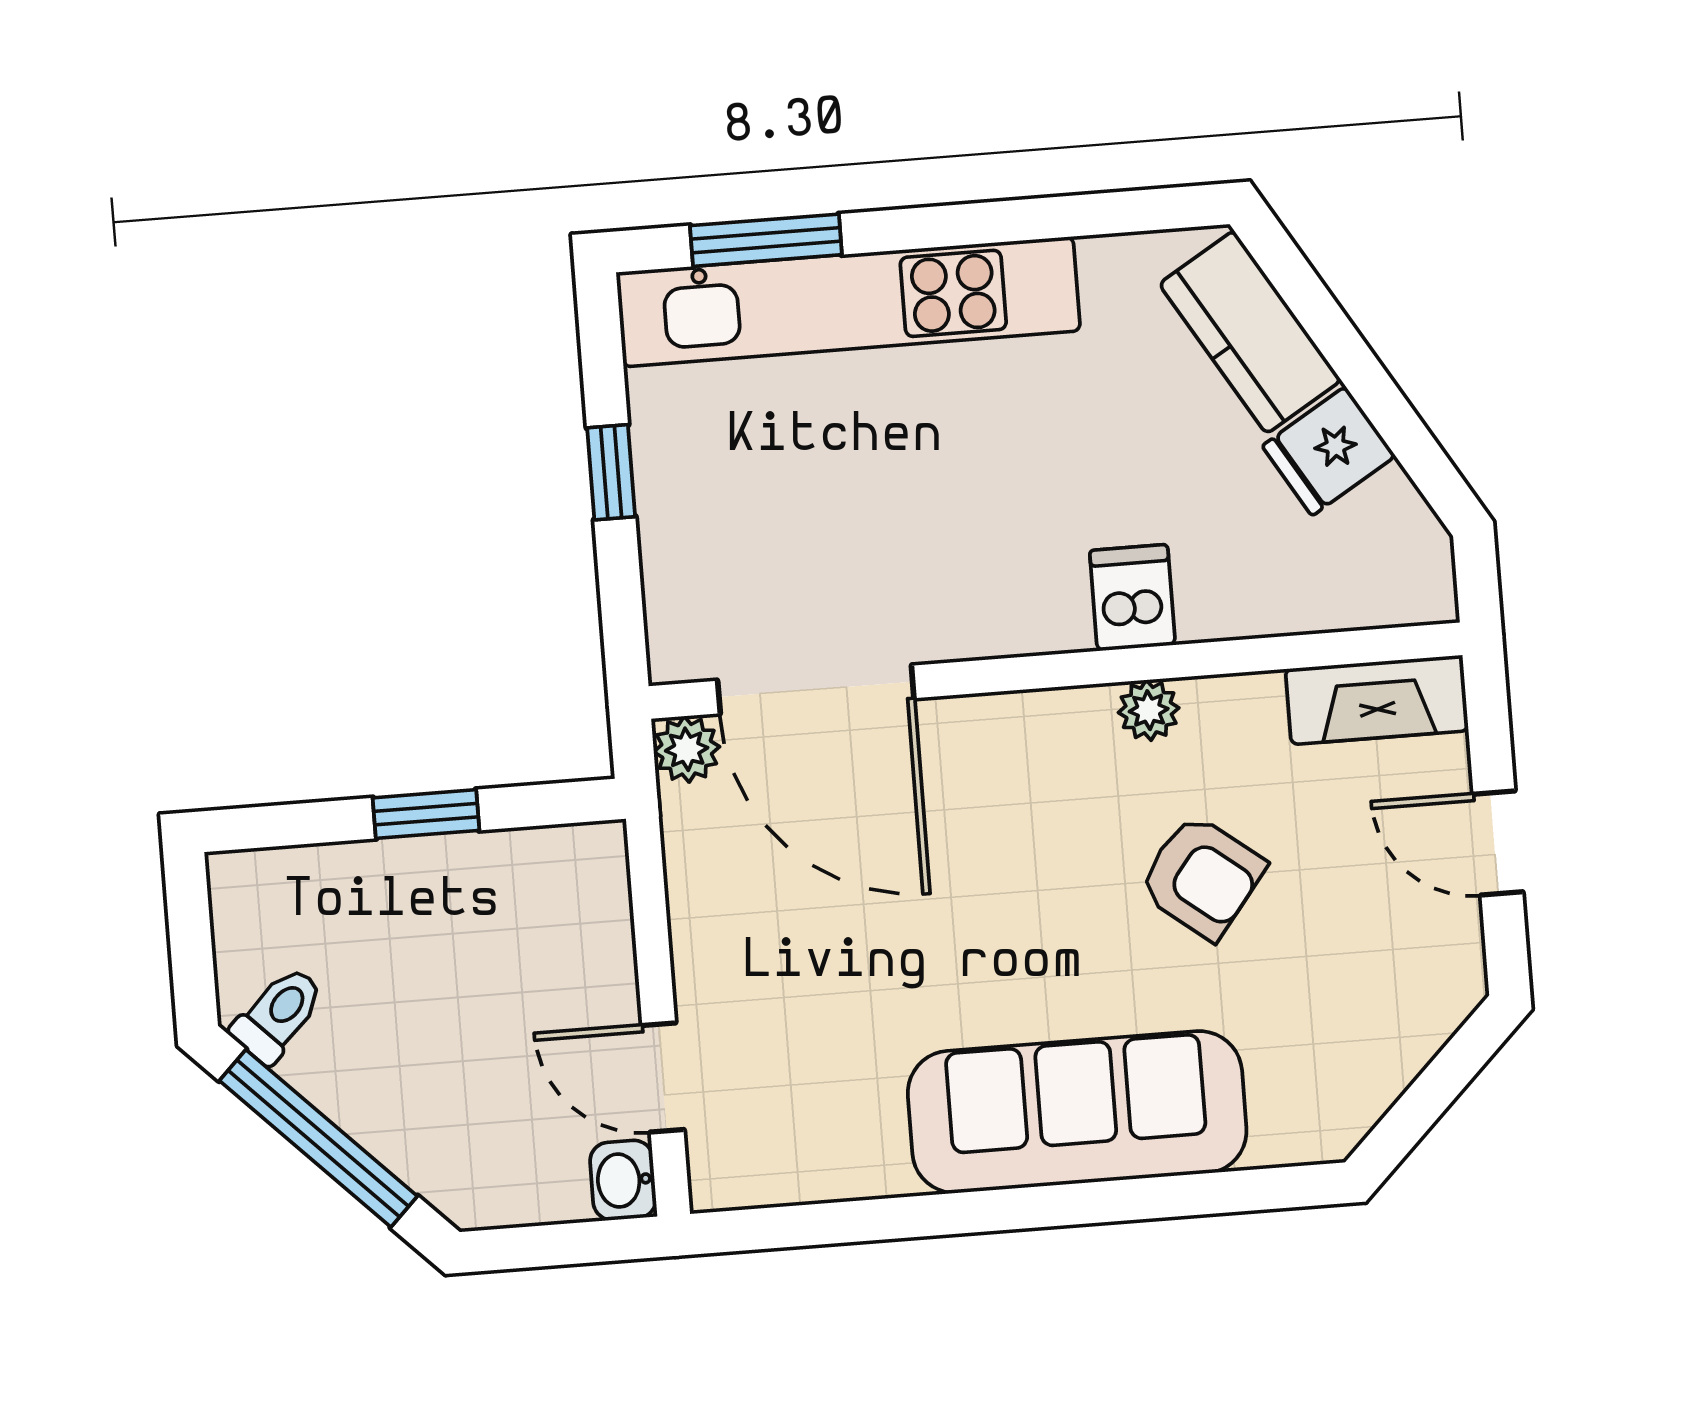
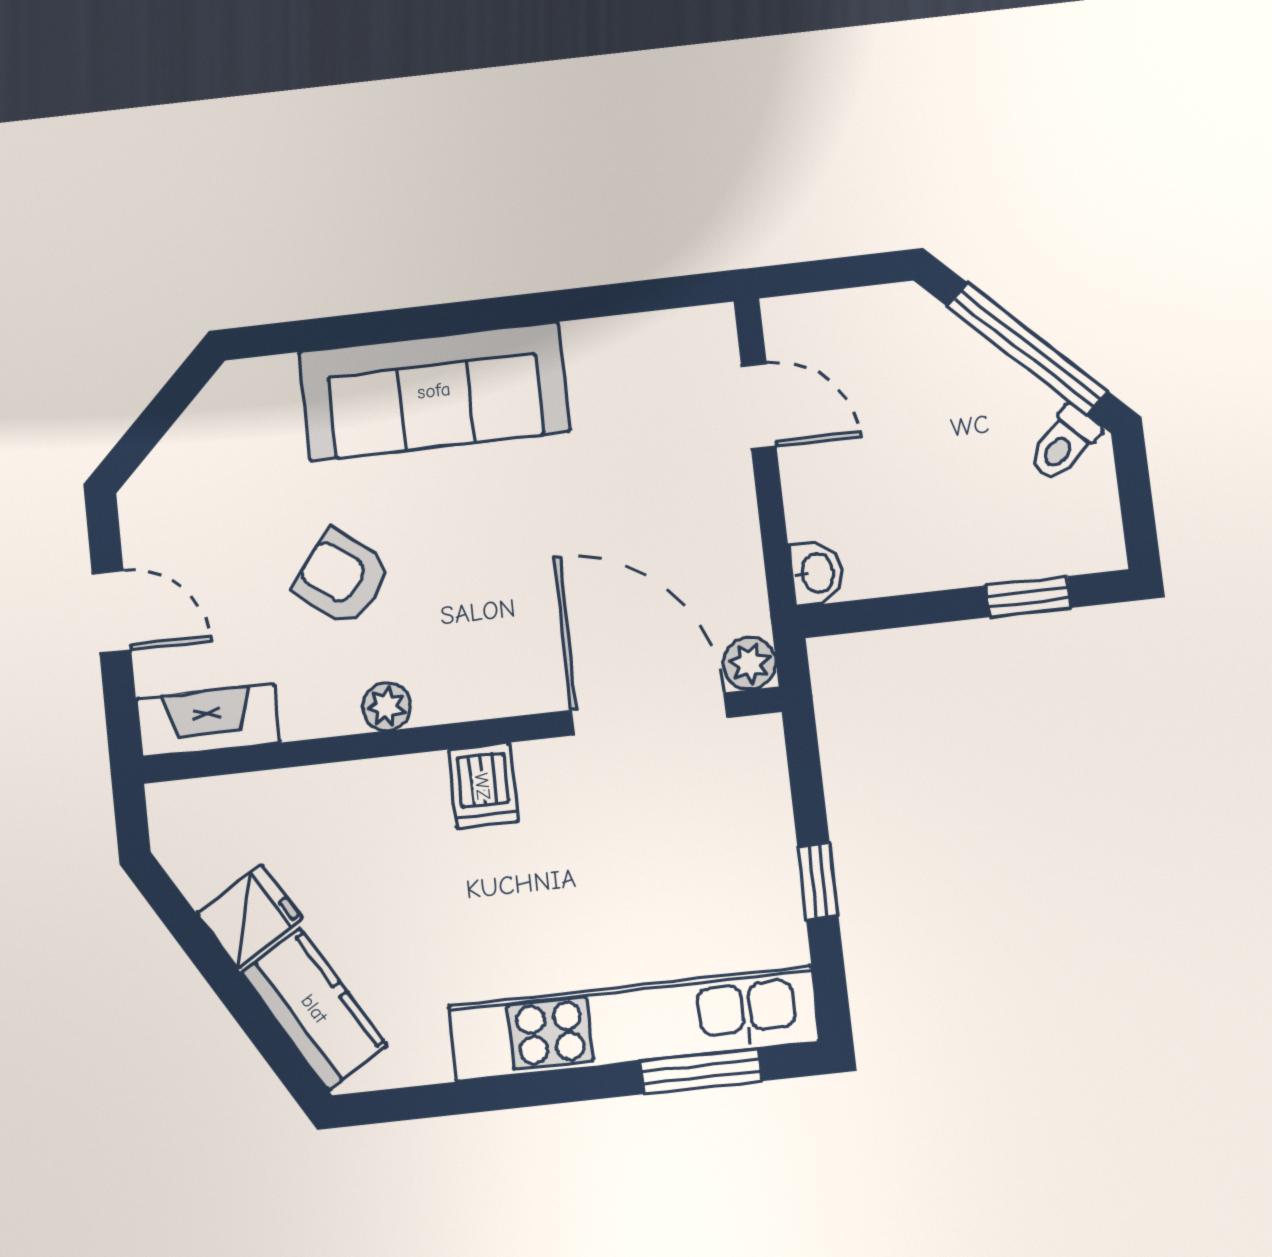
dishwasher: (1132, 598) -> (483, 786), moved
window: (426, 814) -> (1029, 597), moved
washbasin: (623, 1180) -> (816, 573), moved

